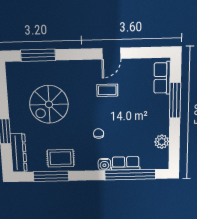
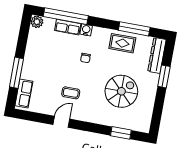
window: (38, 55) -> (121, 133), width x0.69
plant: (162, 142) -> (37, 22), moved

